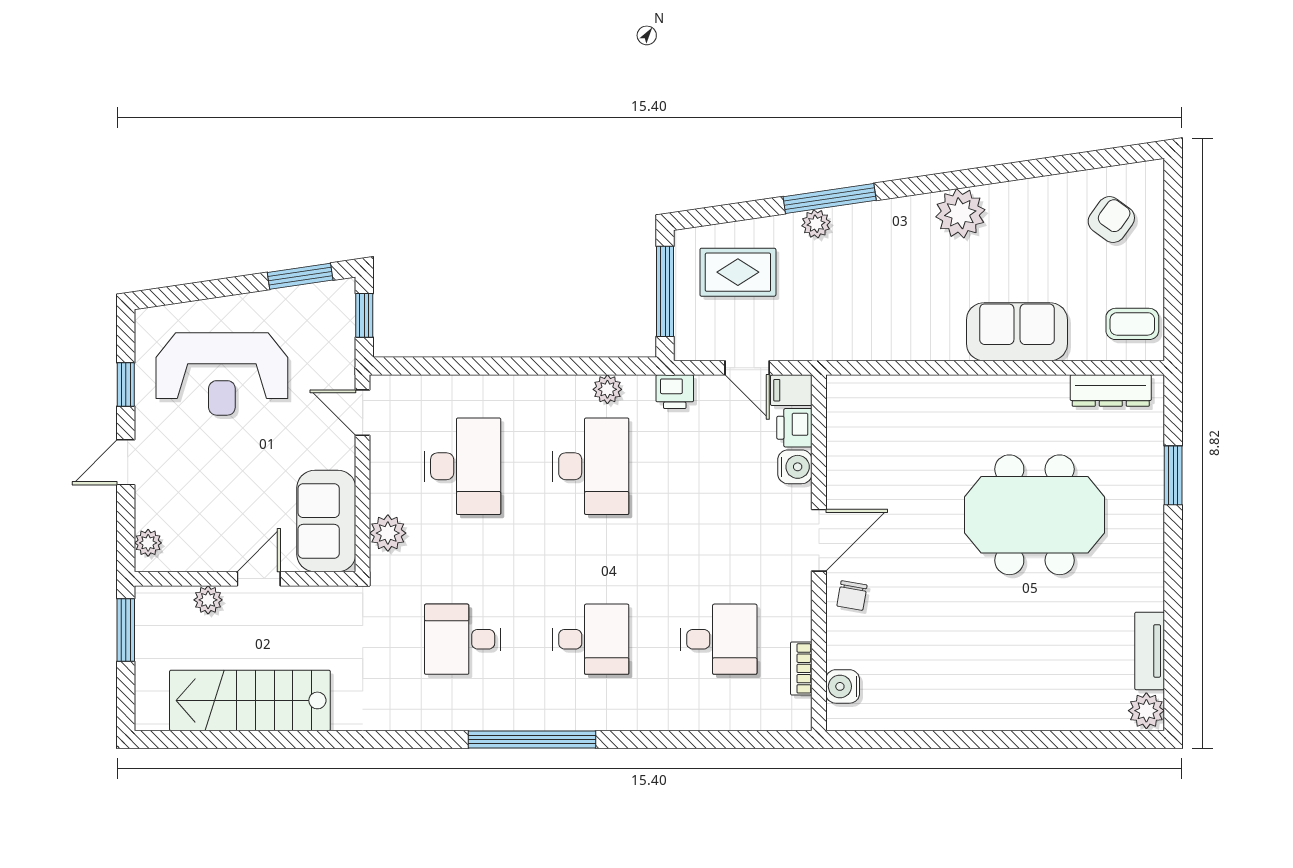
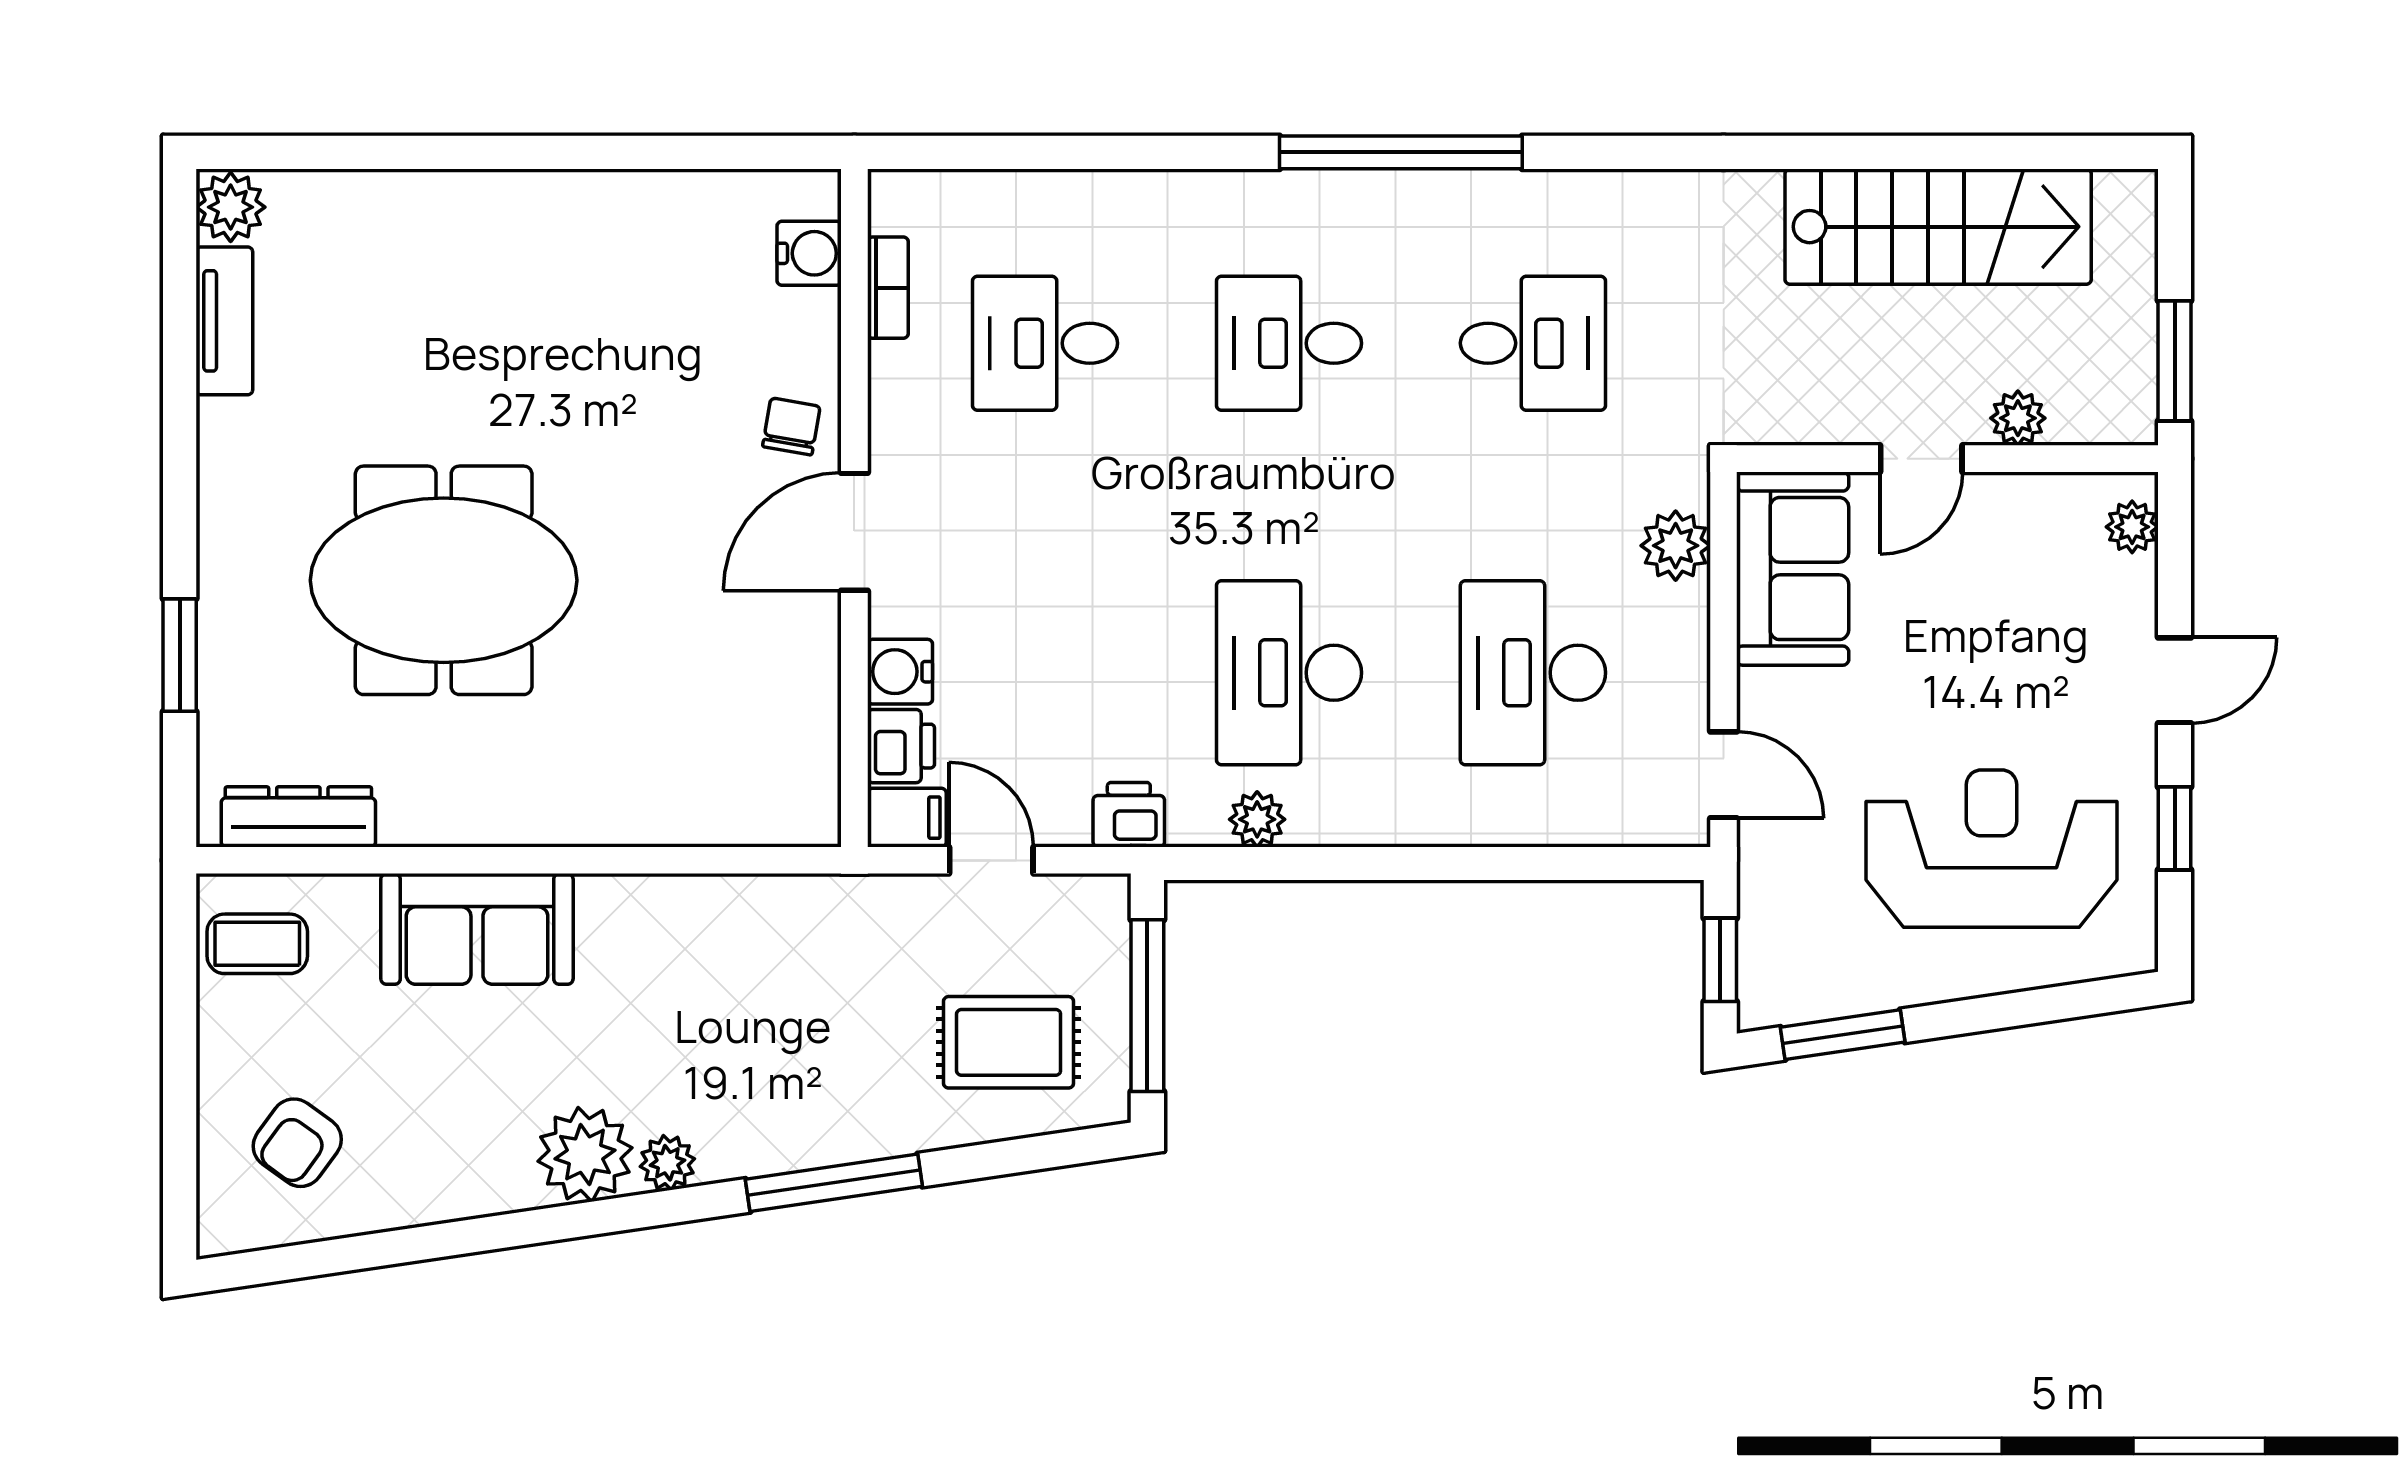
plant: (816, 224) -> (667, 1163), moved

